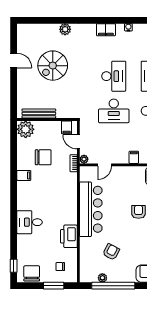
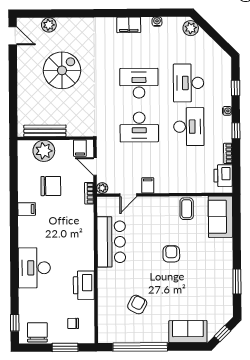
plant: (65, 29) -> (49, 25), moved
door: (14, 60) -> (13, 36), moved
spiral stairs: (53, 66) -> (62, 70), turned 180
desk: (114, 76) -> (139, 83), turned -90
plant: (26, 129) -> (44, 151), moved
filing cabinet: (134, 157) -> (148, 185), moved
bar counter: (91, 209) -> (111, 242), width x0.73
desk: (30, 222) -> (34, 268), width x1.37
plant: (102, 278) -> (126, 337), removed

